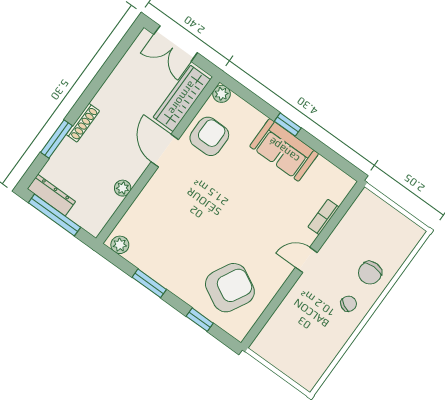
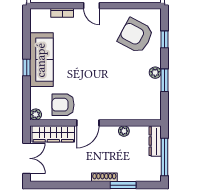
sofa: (284, 150) -> (41, 60), width x1.36
dresser: (51, 195) -> (155, 141), moved
plant: (120, 245) -> (155, 73), moved

